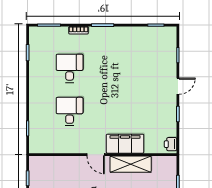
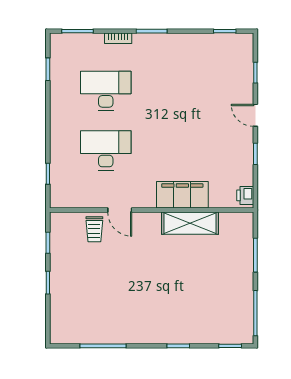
desk: (70, 68) -> (106, 91), width x1.37
door: (178, 86) -> (255, 115), swing flipped
desk: (70, 111) -> (106, 150), width x1.37
door: (96, 155) -> (120, 210), moved
trolley: (61, 169) -> (94, 229), added

